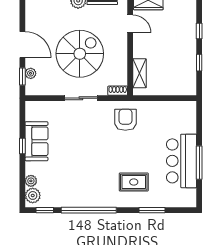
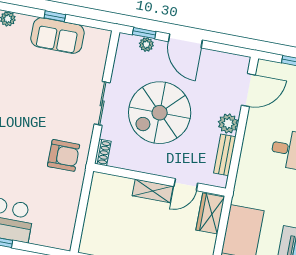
door: (22, 45) -> (185, 41), hinge flipped
spiral stairs: (80, 54) -> (160, 113), turned 90
shelving: (139, 73) -> (153, 191), moved

